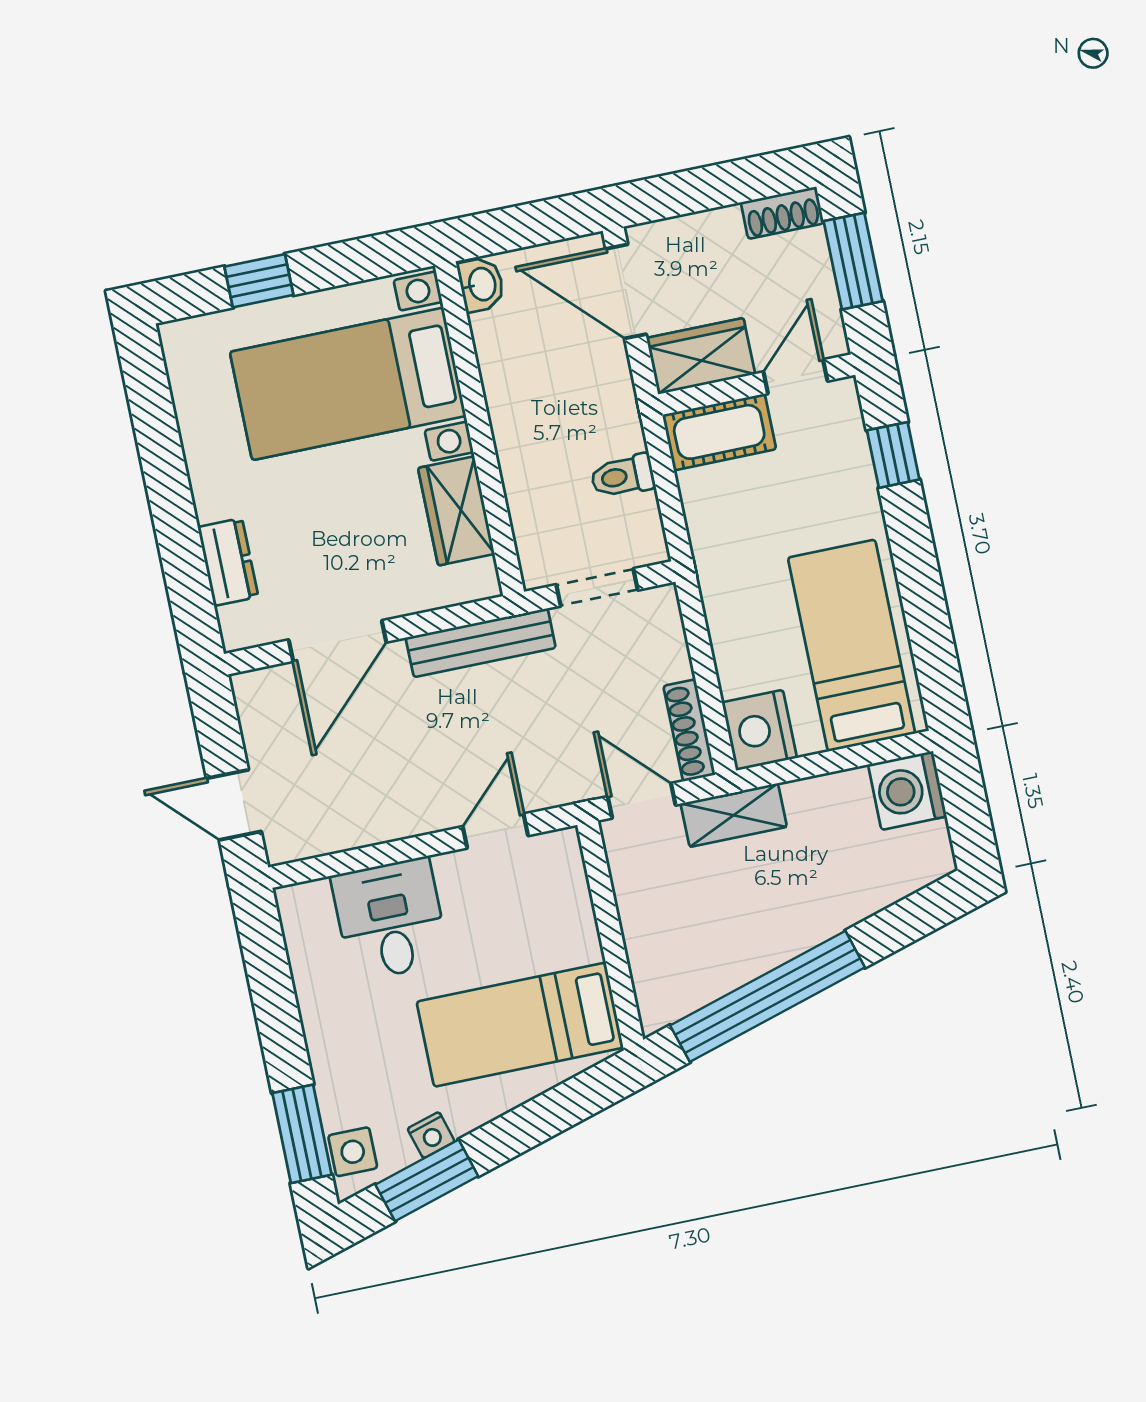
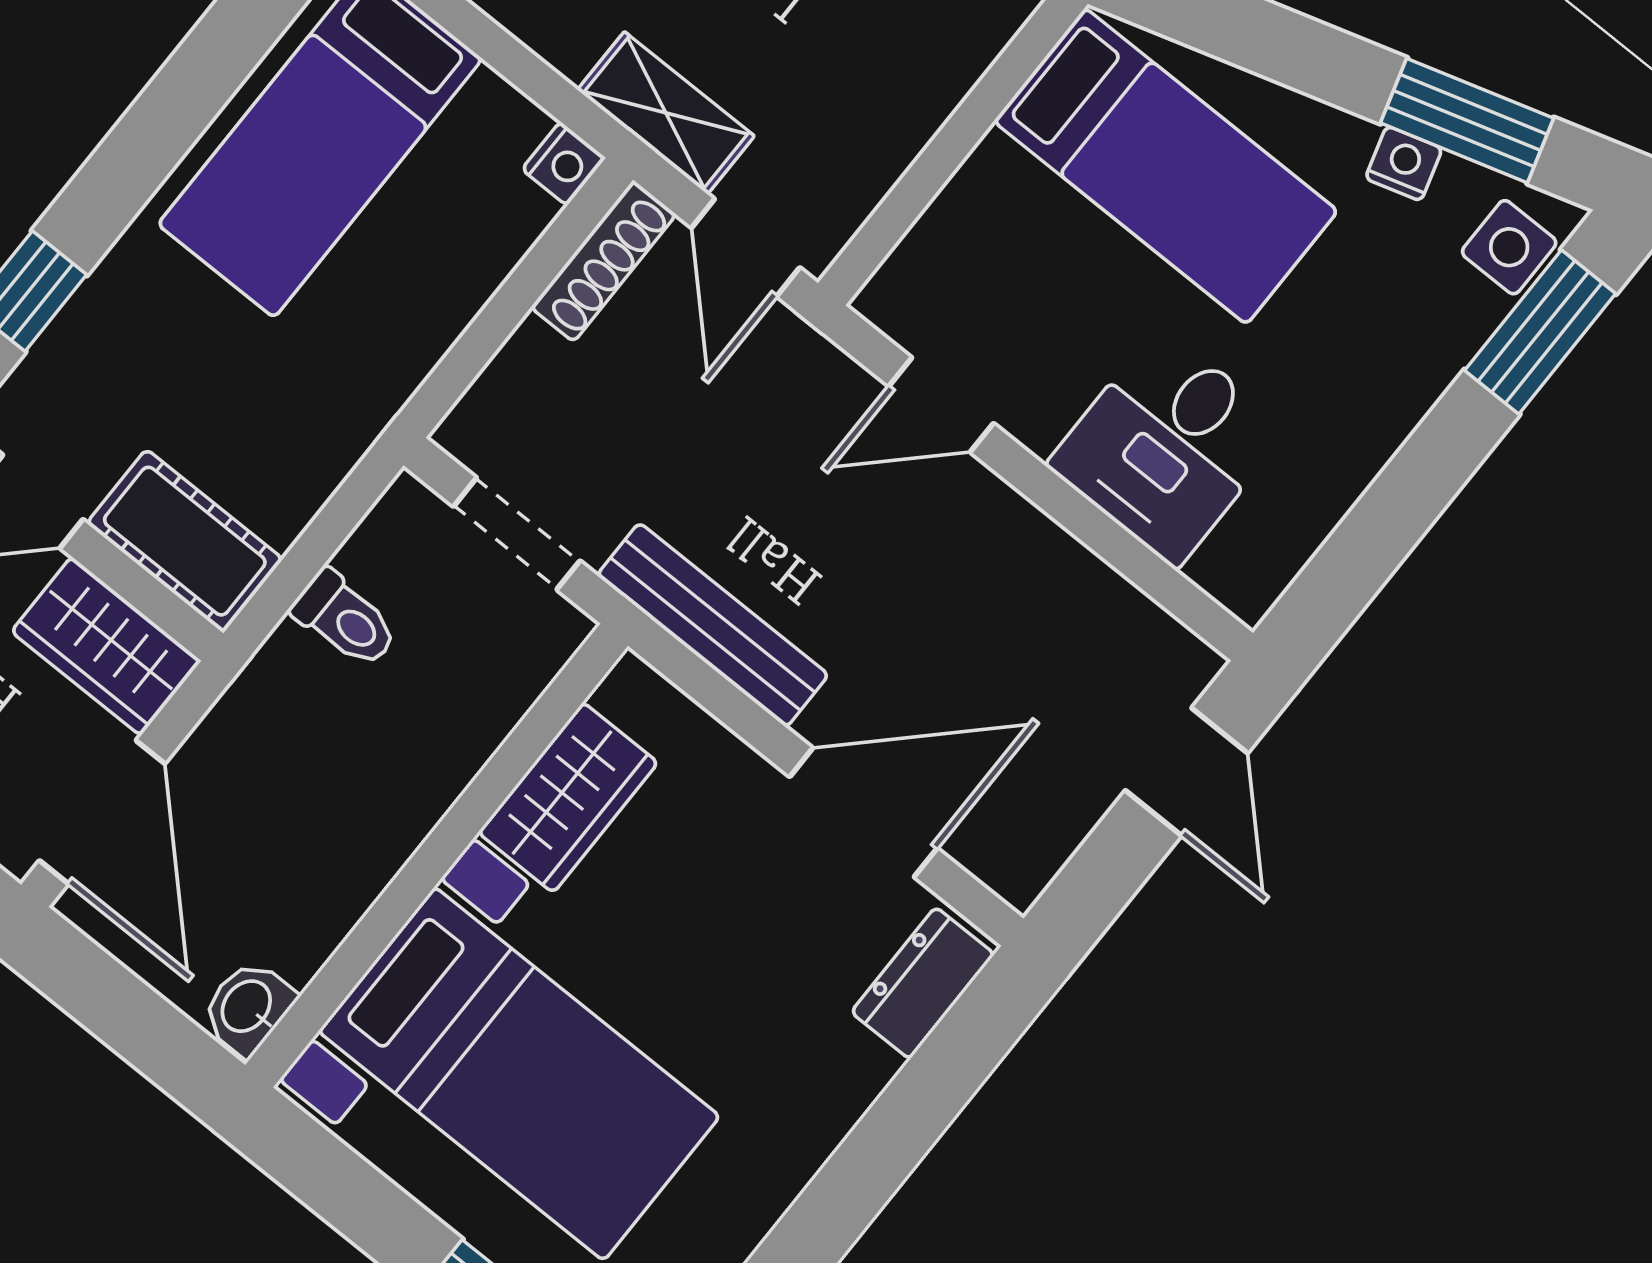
dresser: (228, 562) -> (923, 983), moved
nightstand: (759, 730) -> (564, 164), width x0.53, depth x0.56

